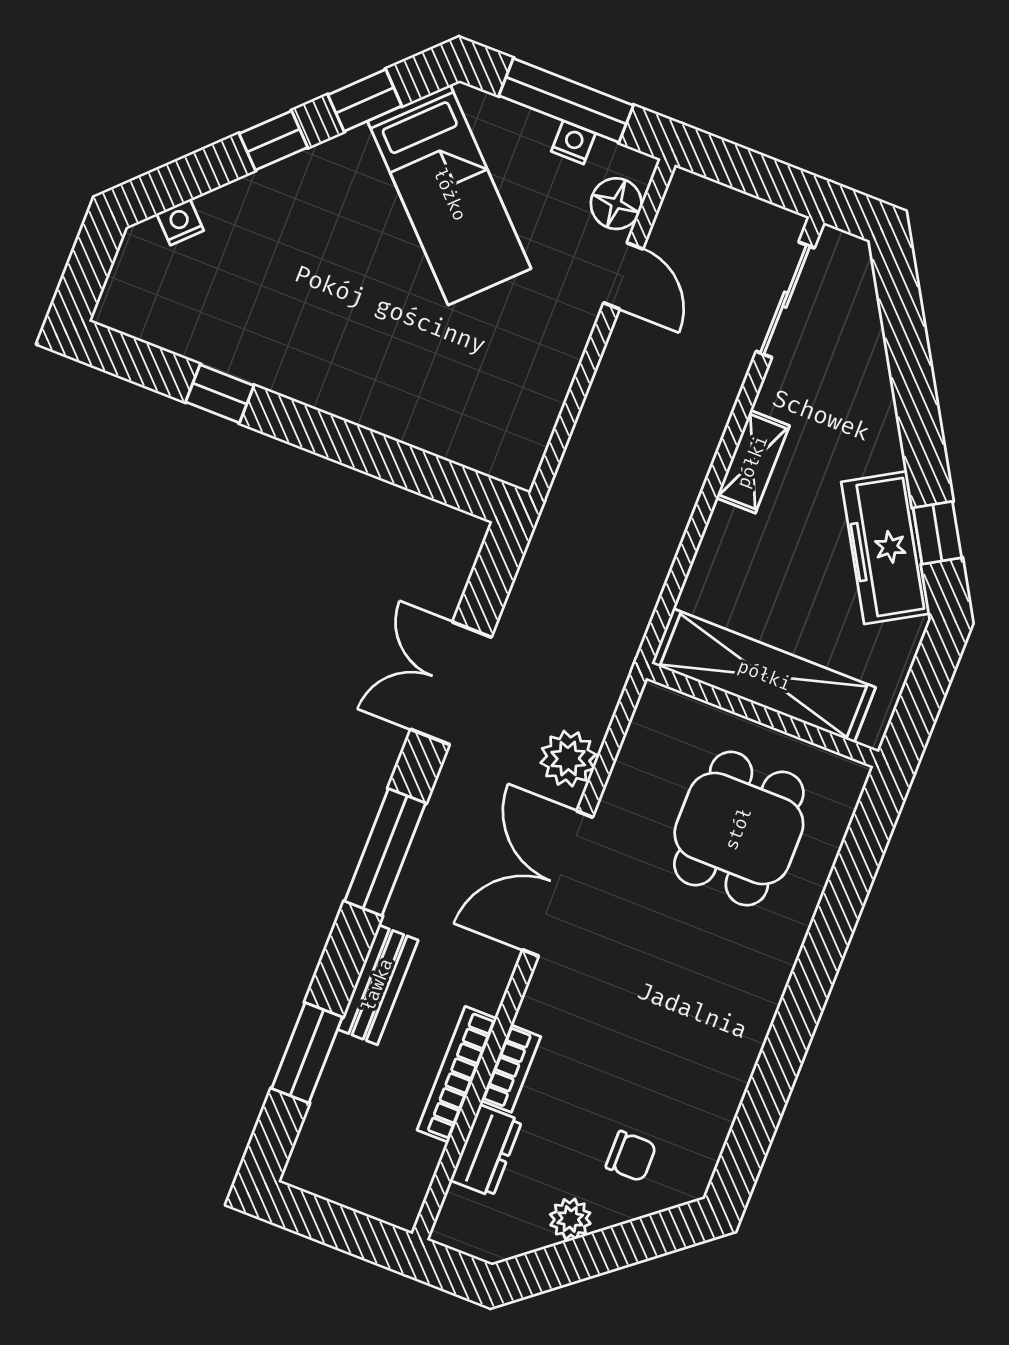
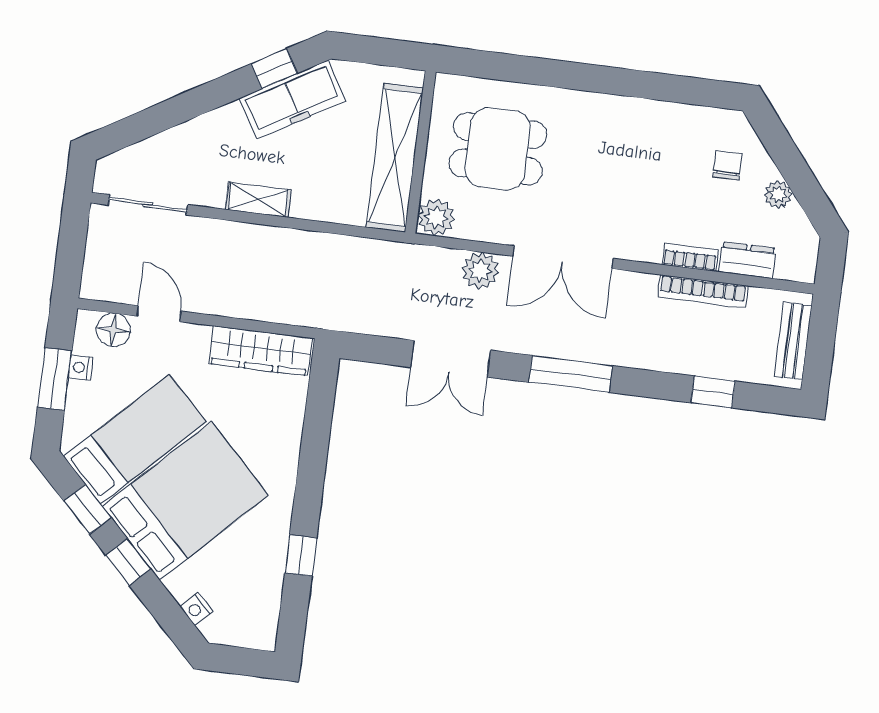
window: (566, 100) -> (55, 379), width x0.69
bed: (341, 246) -> (185, 501), added
door: (623, 276) -> (159, 314), hinge flipped
wardrobe: (532, 410) -> (261, 351), added
plant: (662, 714) -> (436, 217), added
bench: (378, 985) -> (793, 341), moved, turned 90
window: (307, 1053) -> (713, 392), width x0.67

